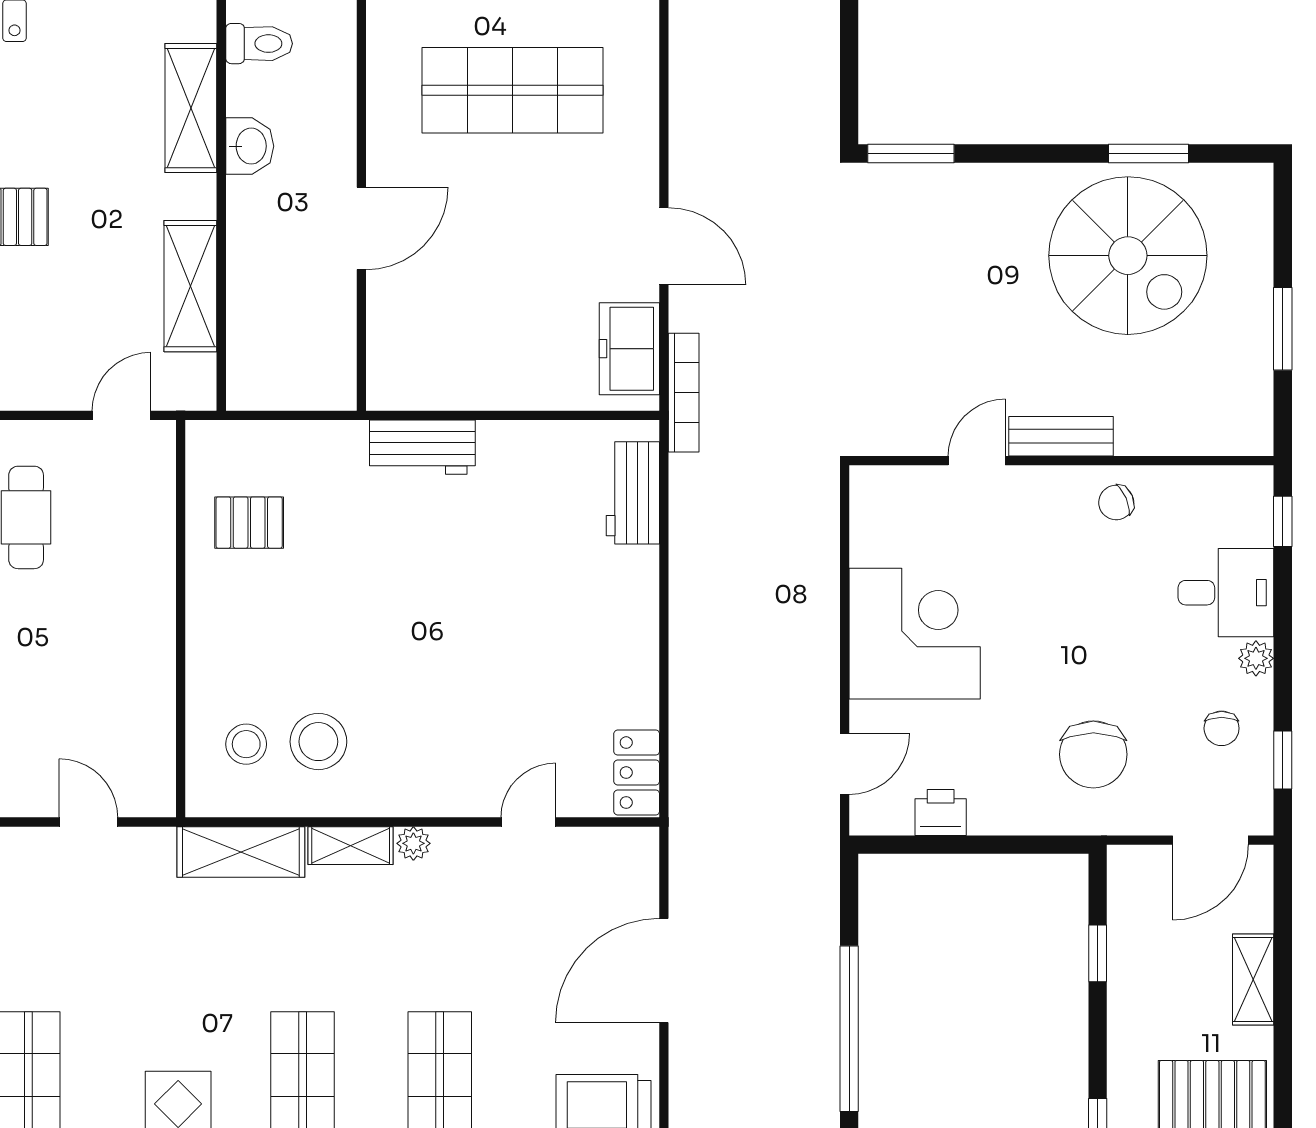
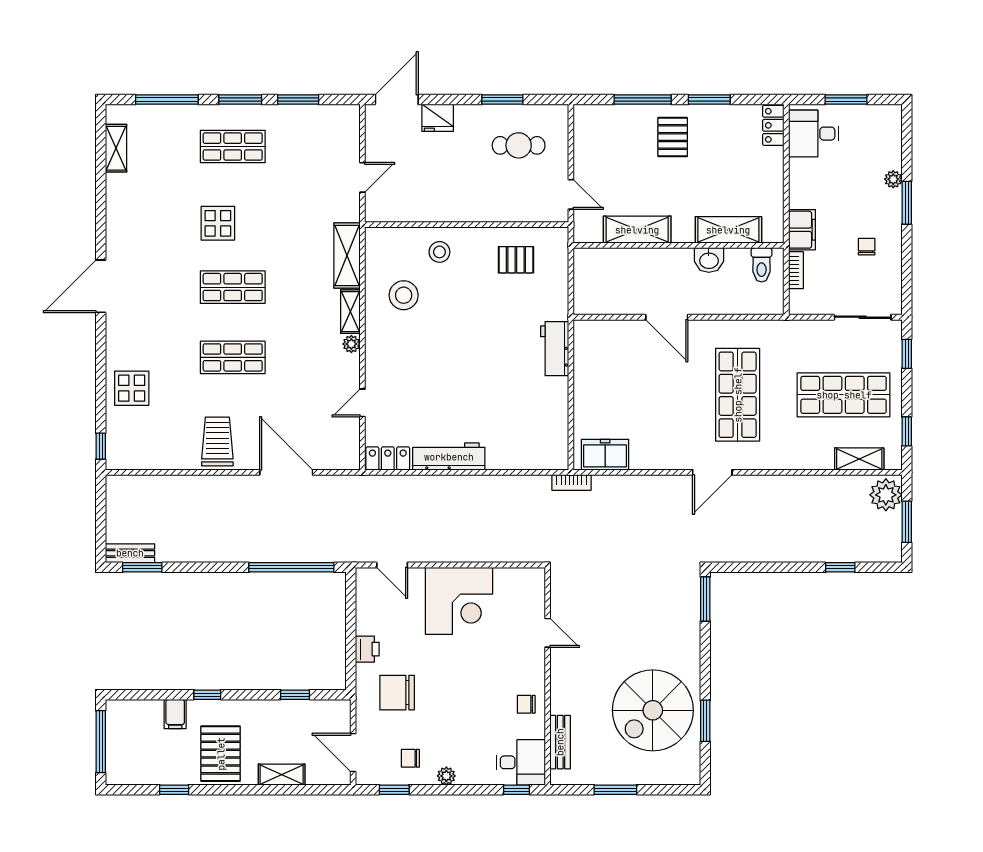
door: (664, 246) -> (712, 472), moved
bookcase: (684, 393) -> (572, 483), width x0.64
bench: (1061, 436) -> (560, 742), moved
workbench: (633, 493) -> (449, 457), moved, width x1.38
chair: (1116, 502) -> (526, 704), turned -67
pallet: (249, 523) -> (516, 260), turned 90
desk: (1226, 593) -> (521, 762), moved, turned -90
stool: (246, 744) -> (439, 252), moved
printer: (941, 812) -> (367, 649), moved
door: (528, 822) -> (362, 403), swing flipped
window: (849, 1029) -> (291, 567), moved

